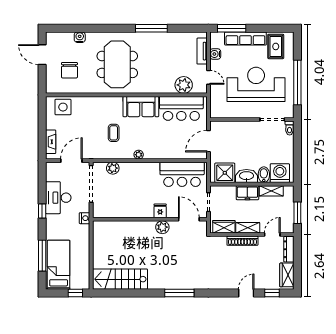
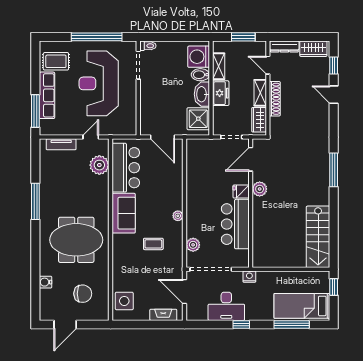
water cooler: (215, 54) -> (64, 129), removed
bar counter: (182, 174) -> (235, 224), moved, turned 180

